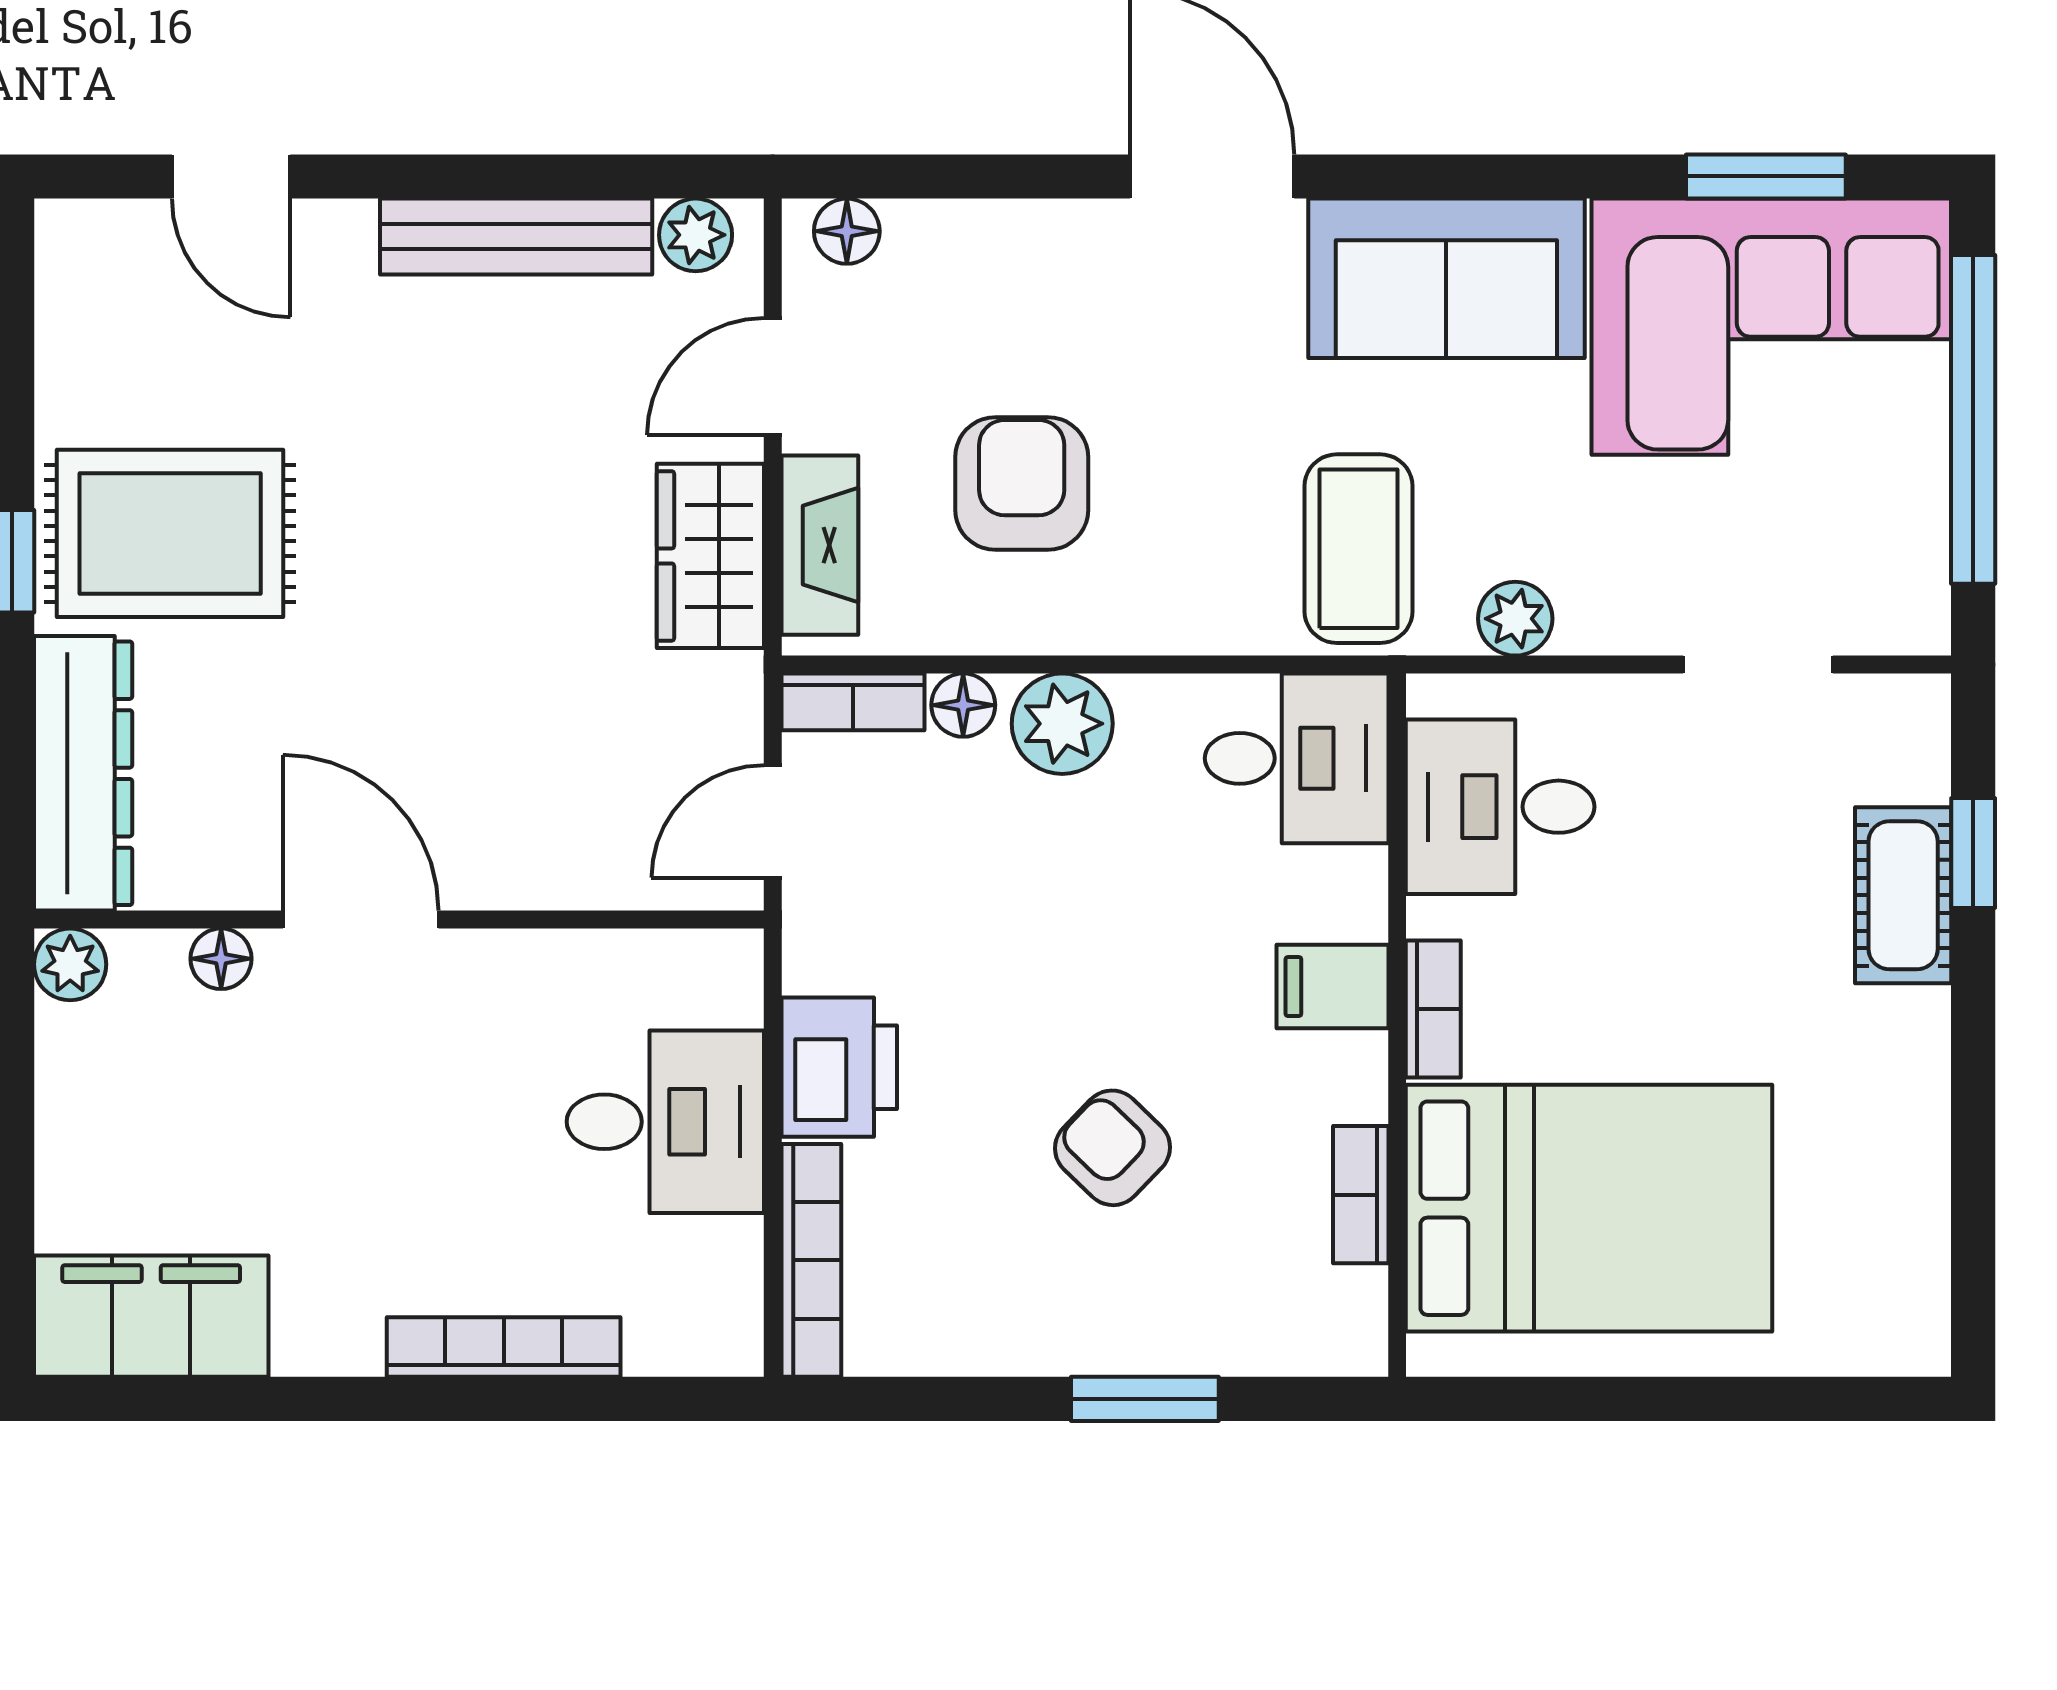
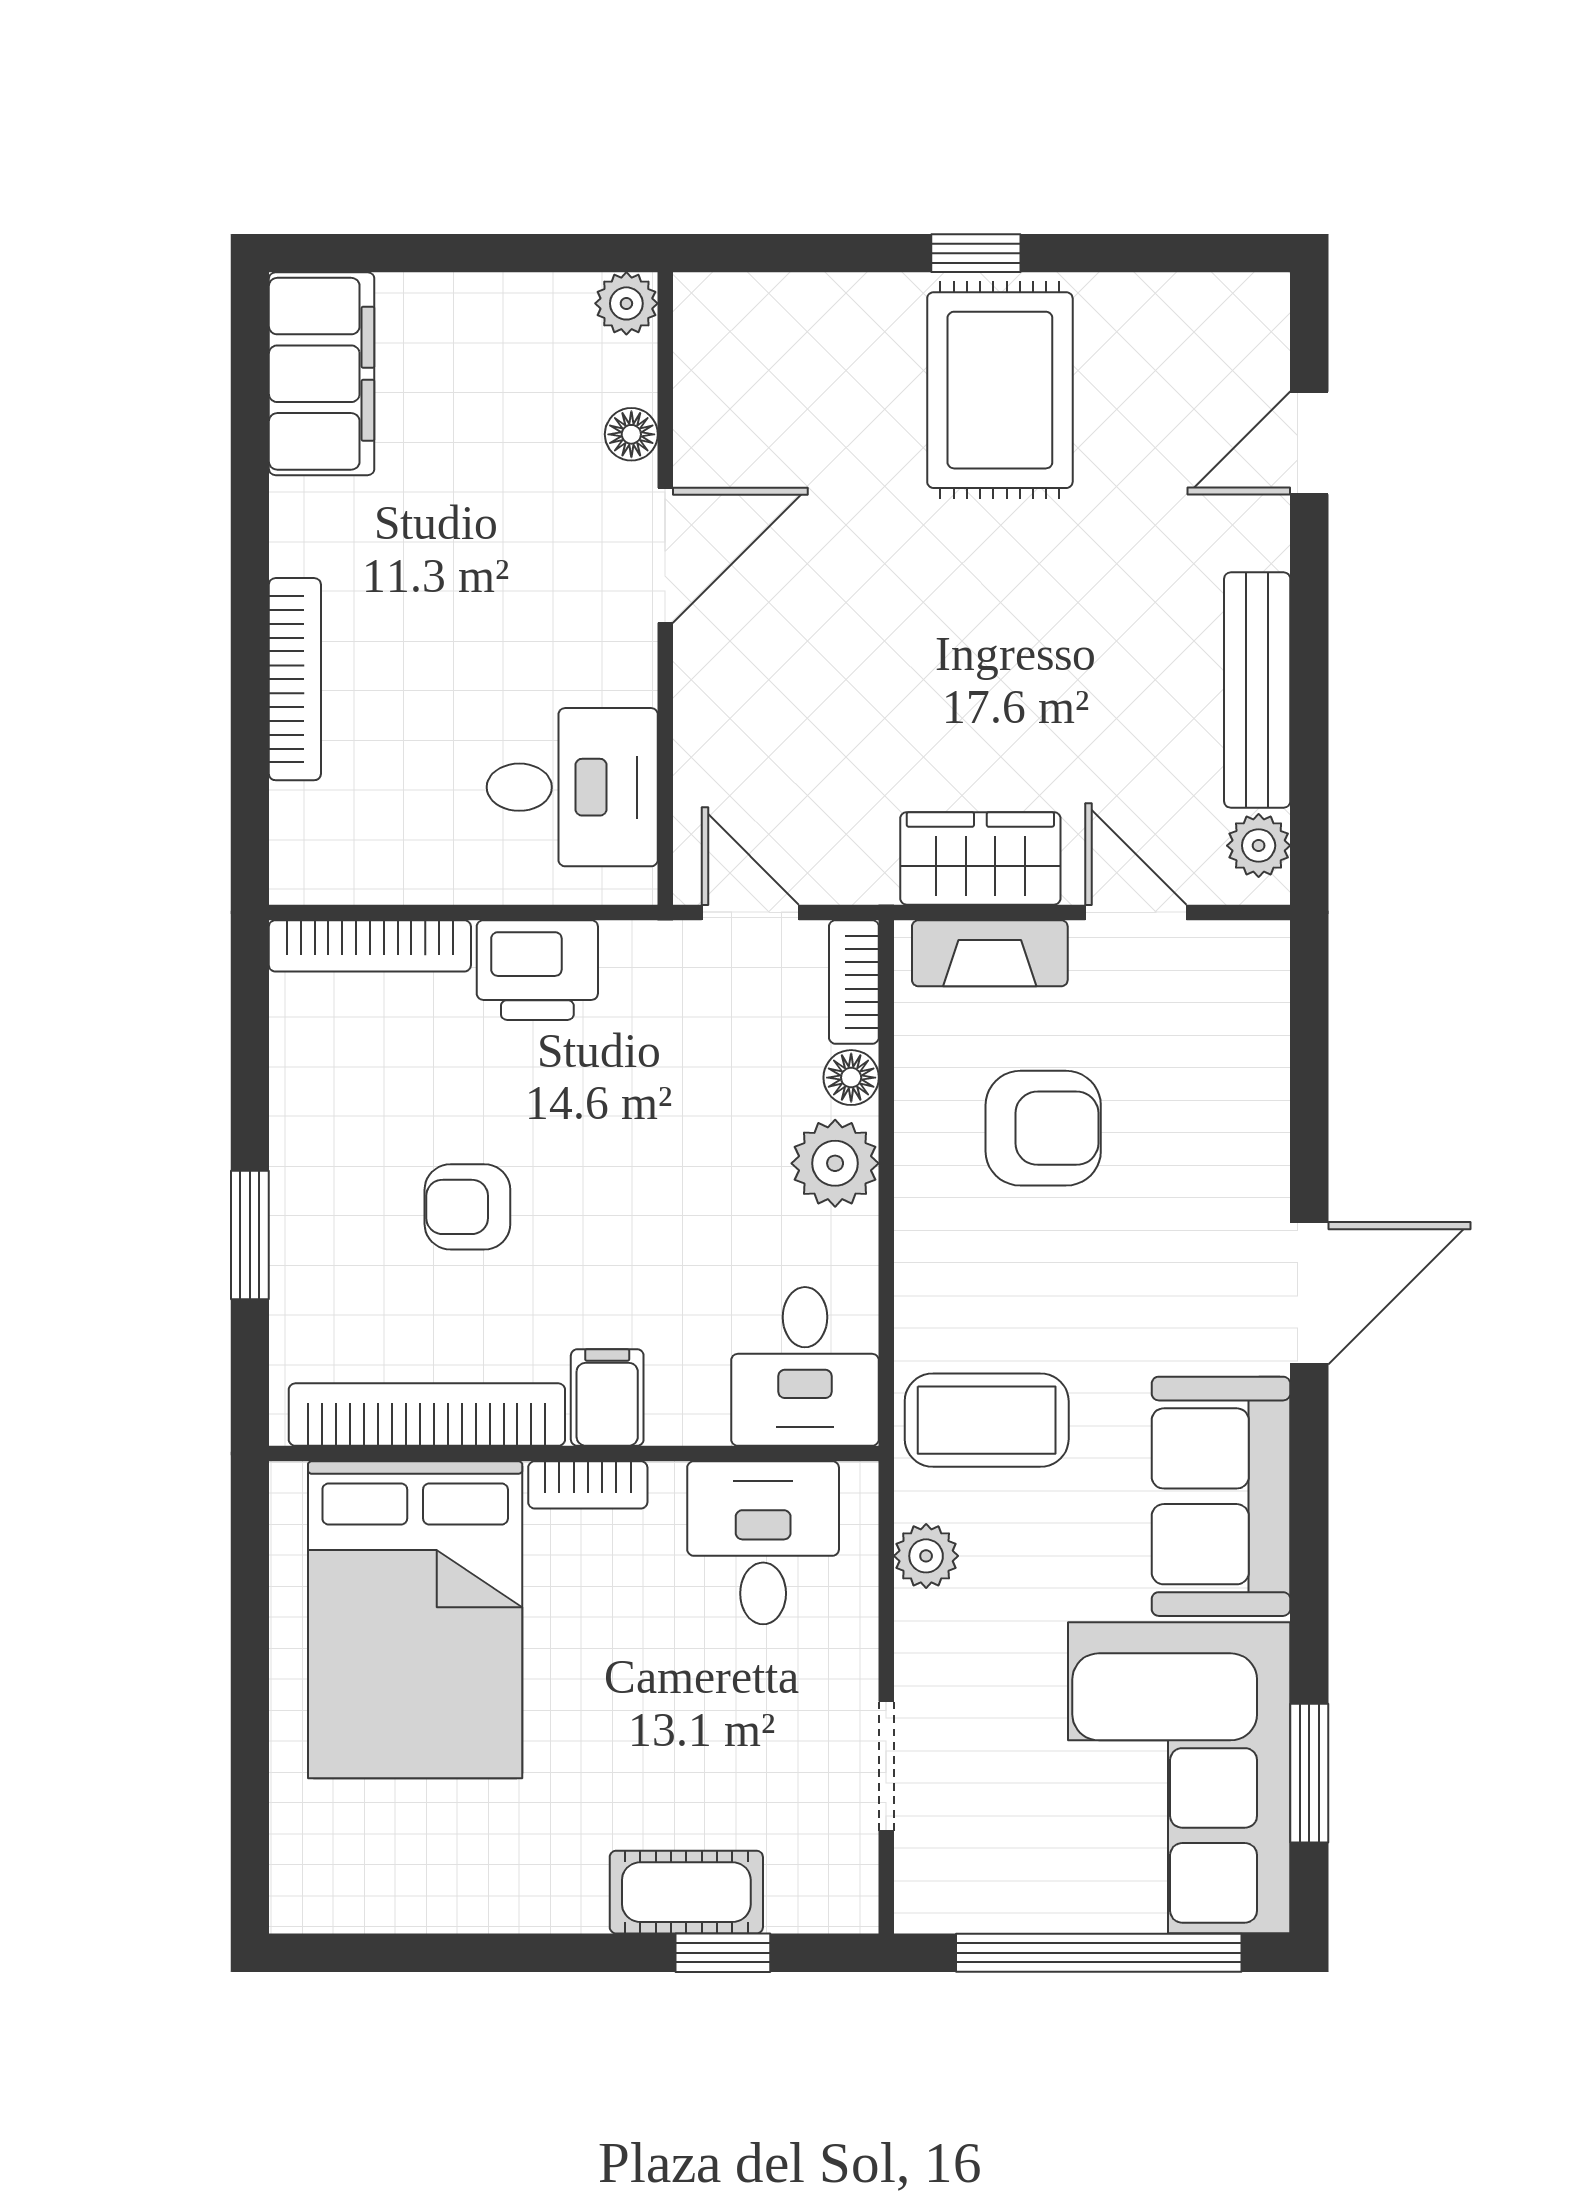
floor lamp: (847, 231) -> (1262, 977), removed
dresser: (83, 773) -> (792, 315), removed
desk: (665, 1122) -> (572, 787), moved, turned -90
armchair: (1113, 1148) -> (467, 1207), turned -134
bookcase: (1361, 1195) -> (427, 1415), width x2.31, depth x1.31

